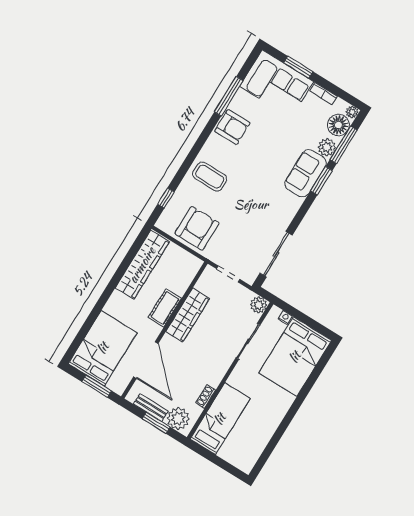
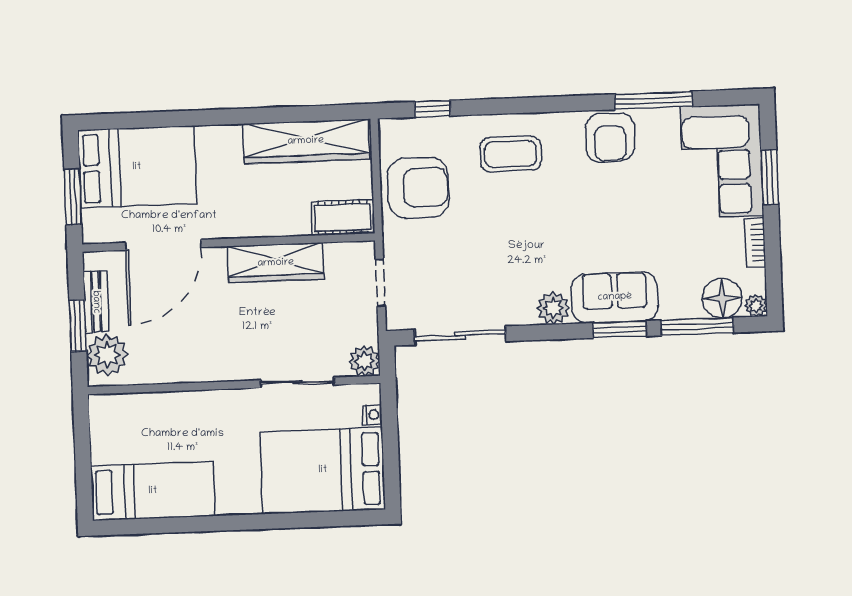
plant: (327, 147) -> (553, 308), moved
coffee table: (210, 177) -> (511, 154), turned 90
cot: (165, 308) -> (343, 217), moved
shoe rack: (206, 396) -> (169, 374), removed
bed: (220, 419) -> (153, 491), moved

